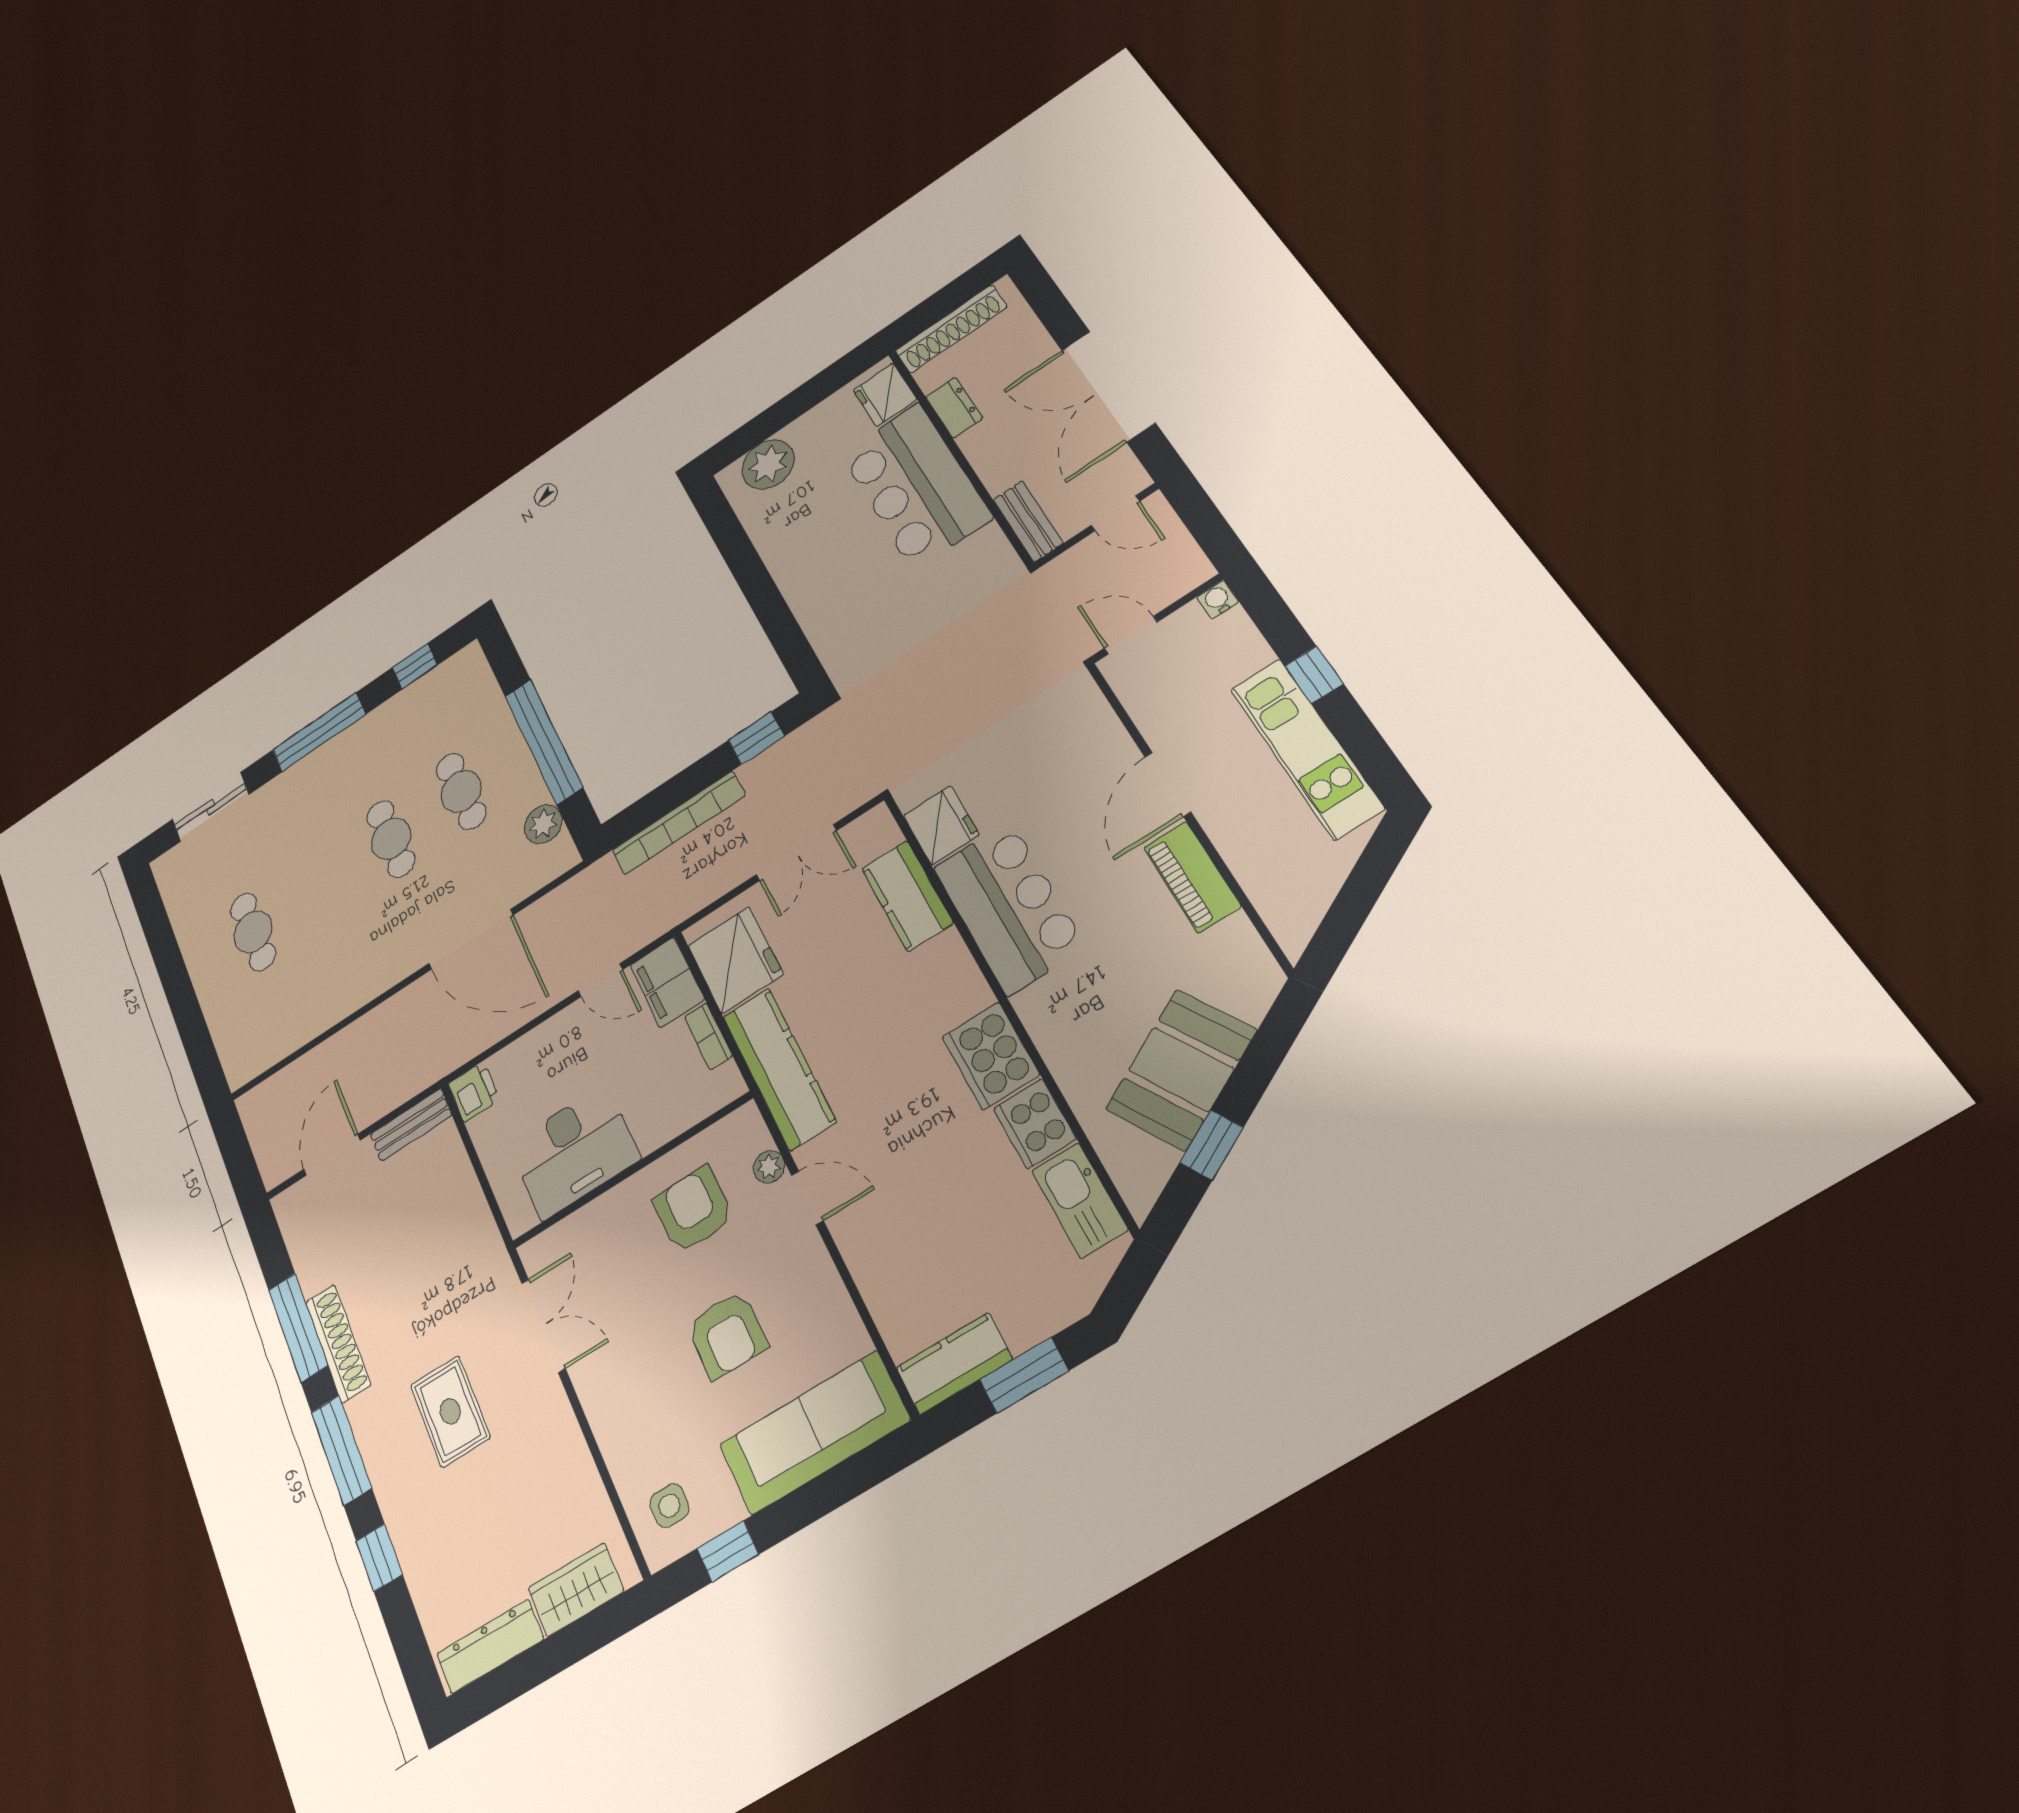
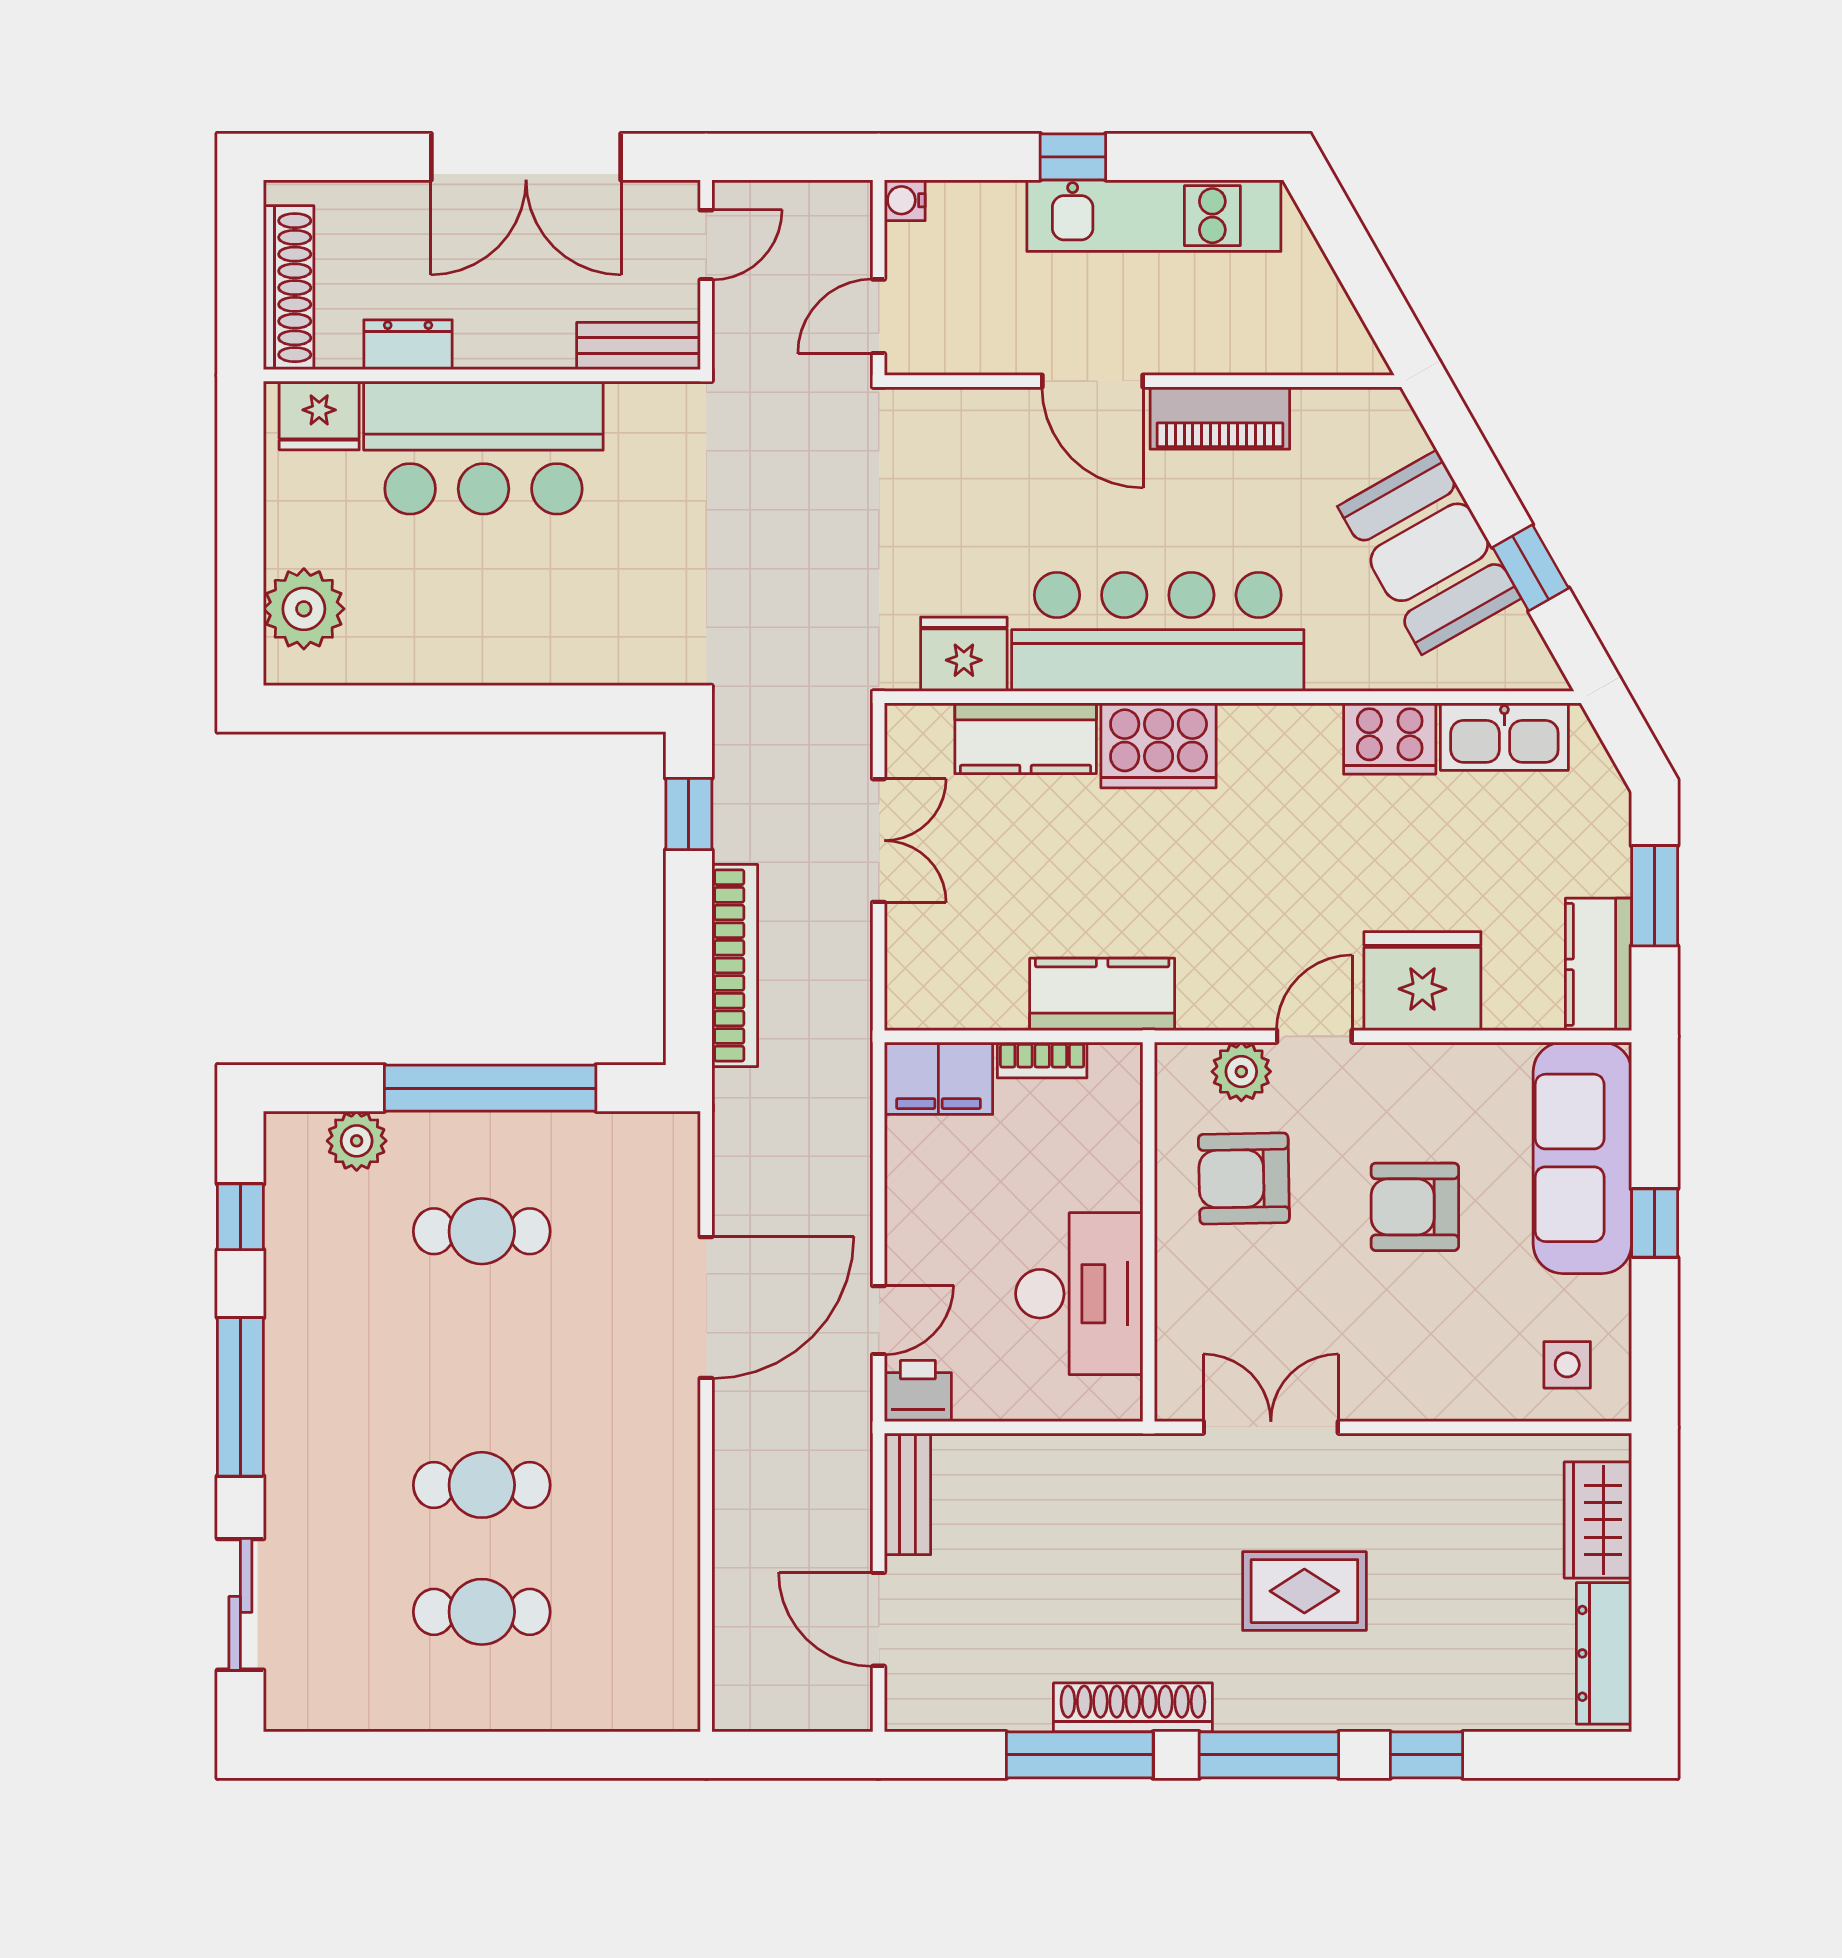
plant: (543, 824) -> (357, 1141), moved
cafe table: (391, 839) -> (482, 1485), moved
bar counter: (1009, 907) -> (1158, 632), width x1.36
fridge: (735, 960) -> (1422, 981), moved
door: (600, 980) -> (879, 1320), moved
cooker: (991, 1056) -> (1159, 745), moved
kitchen counter: (779, 1069) -> (1102, 994), width x0.67
plant: (769, 1167) -> (1241, 1072), width x1.38, depth x1.38
armchair: (727, 1335) -> (1415, 1207), turned 180
window: (728, 1551) -> (1655, 1223), moved

